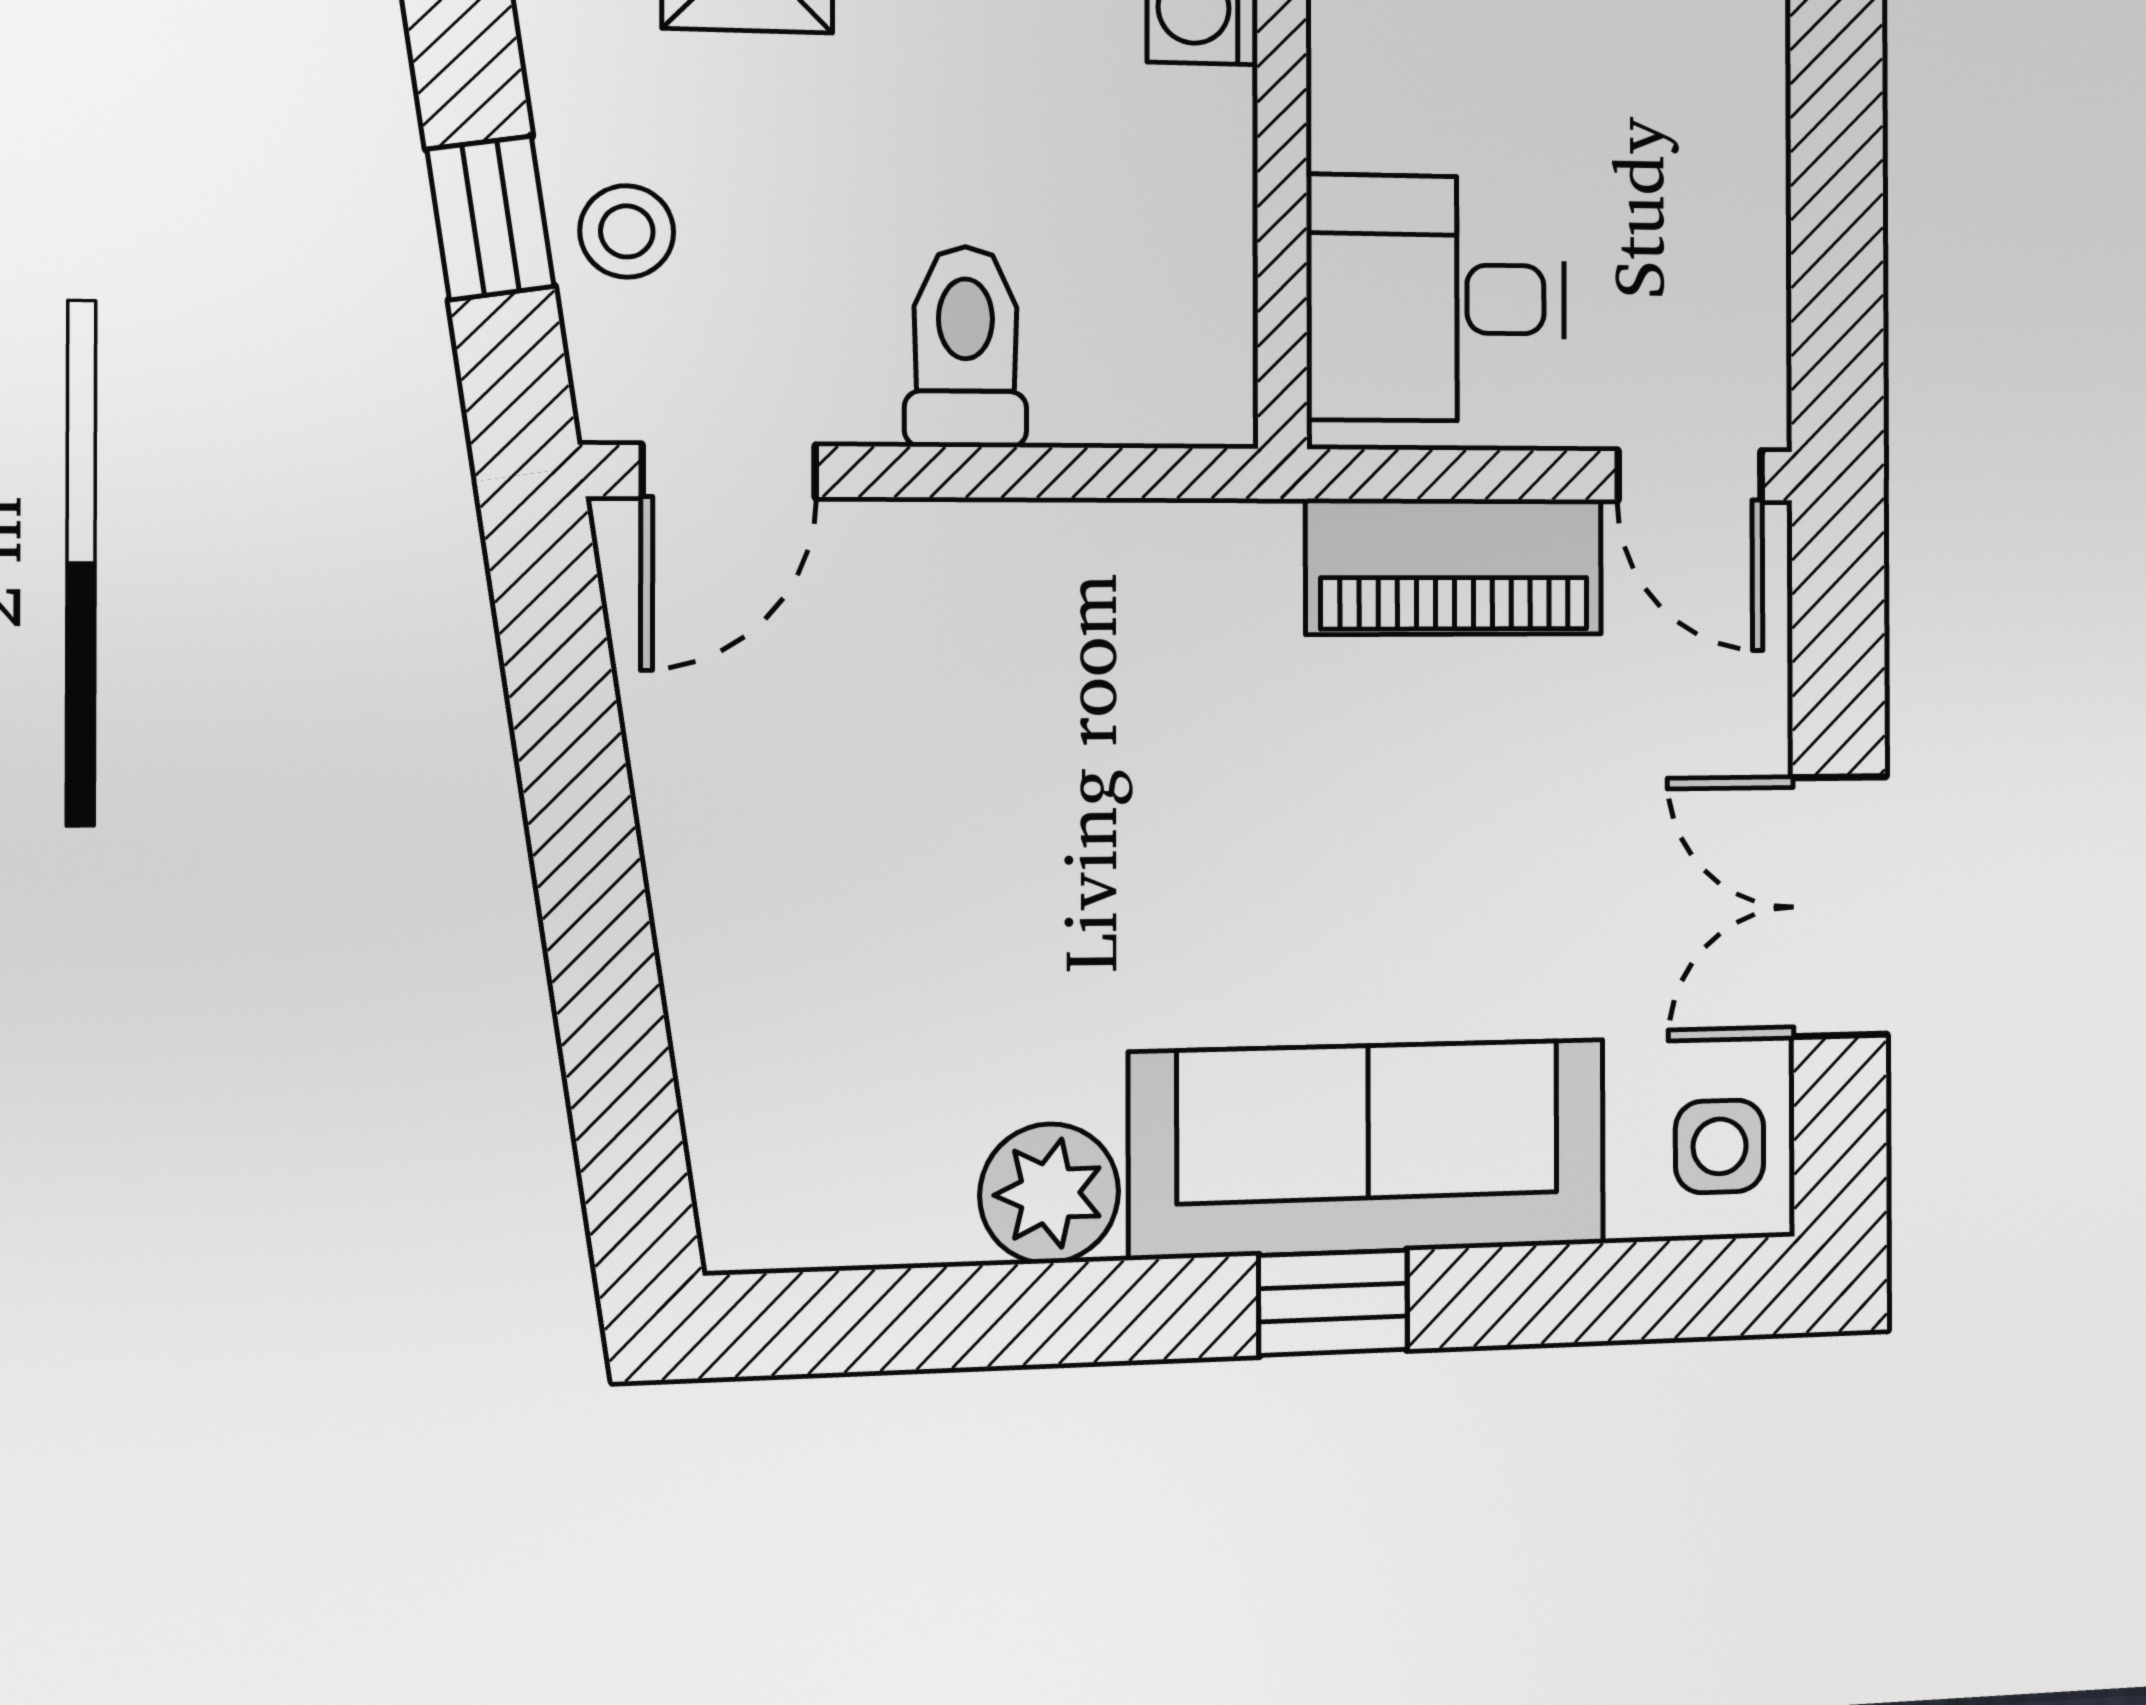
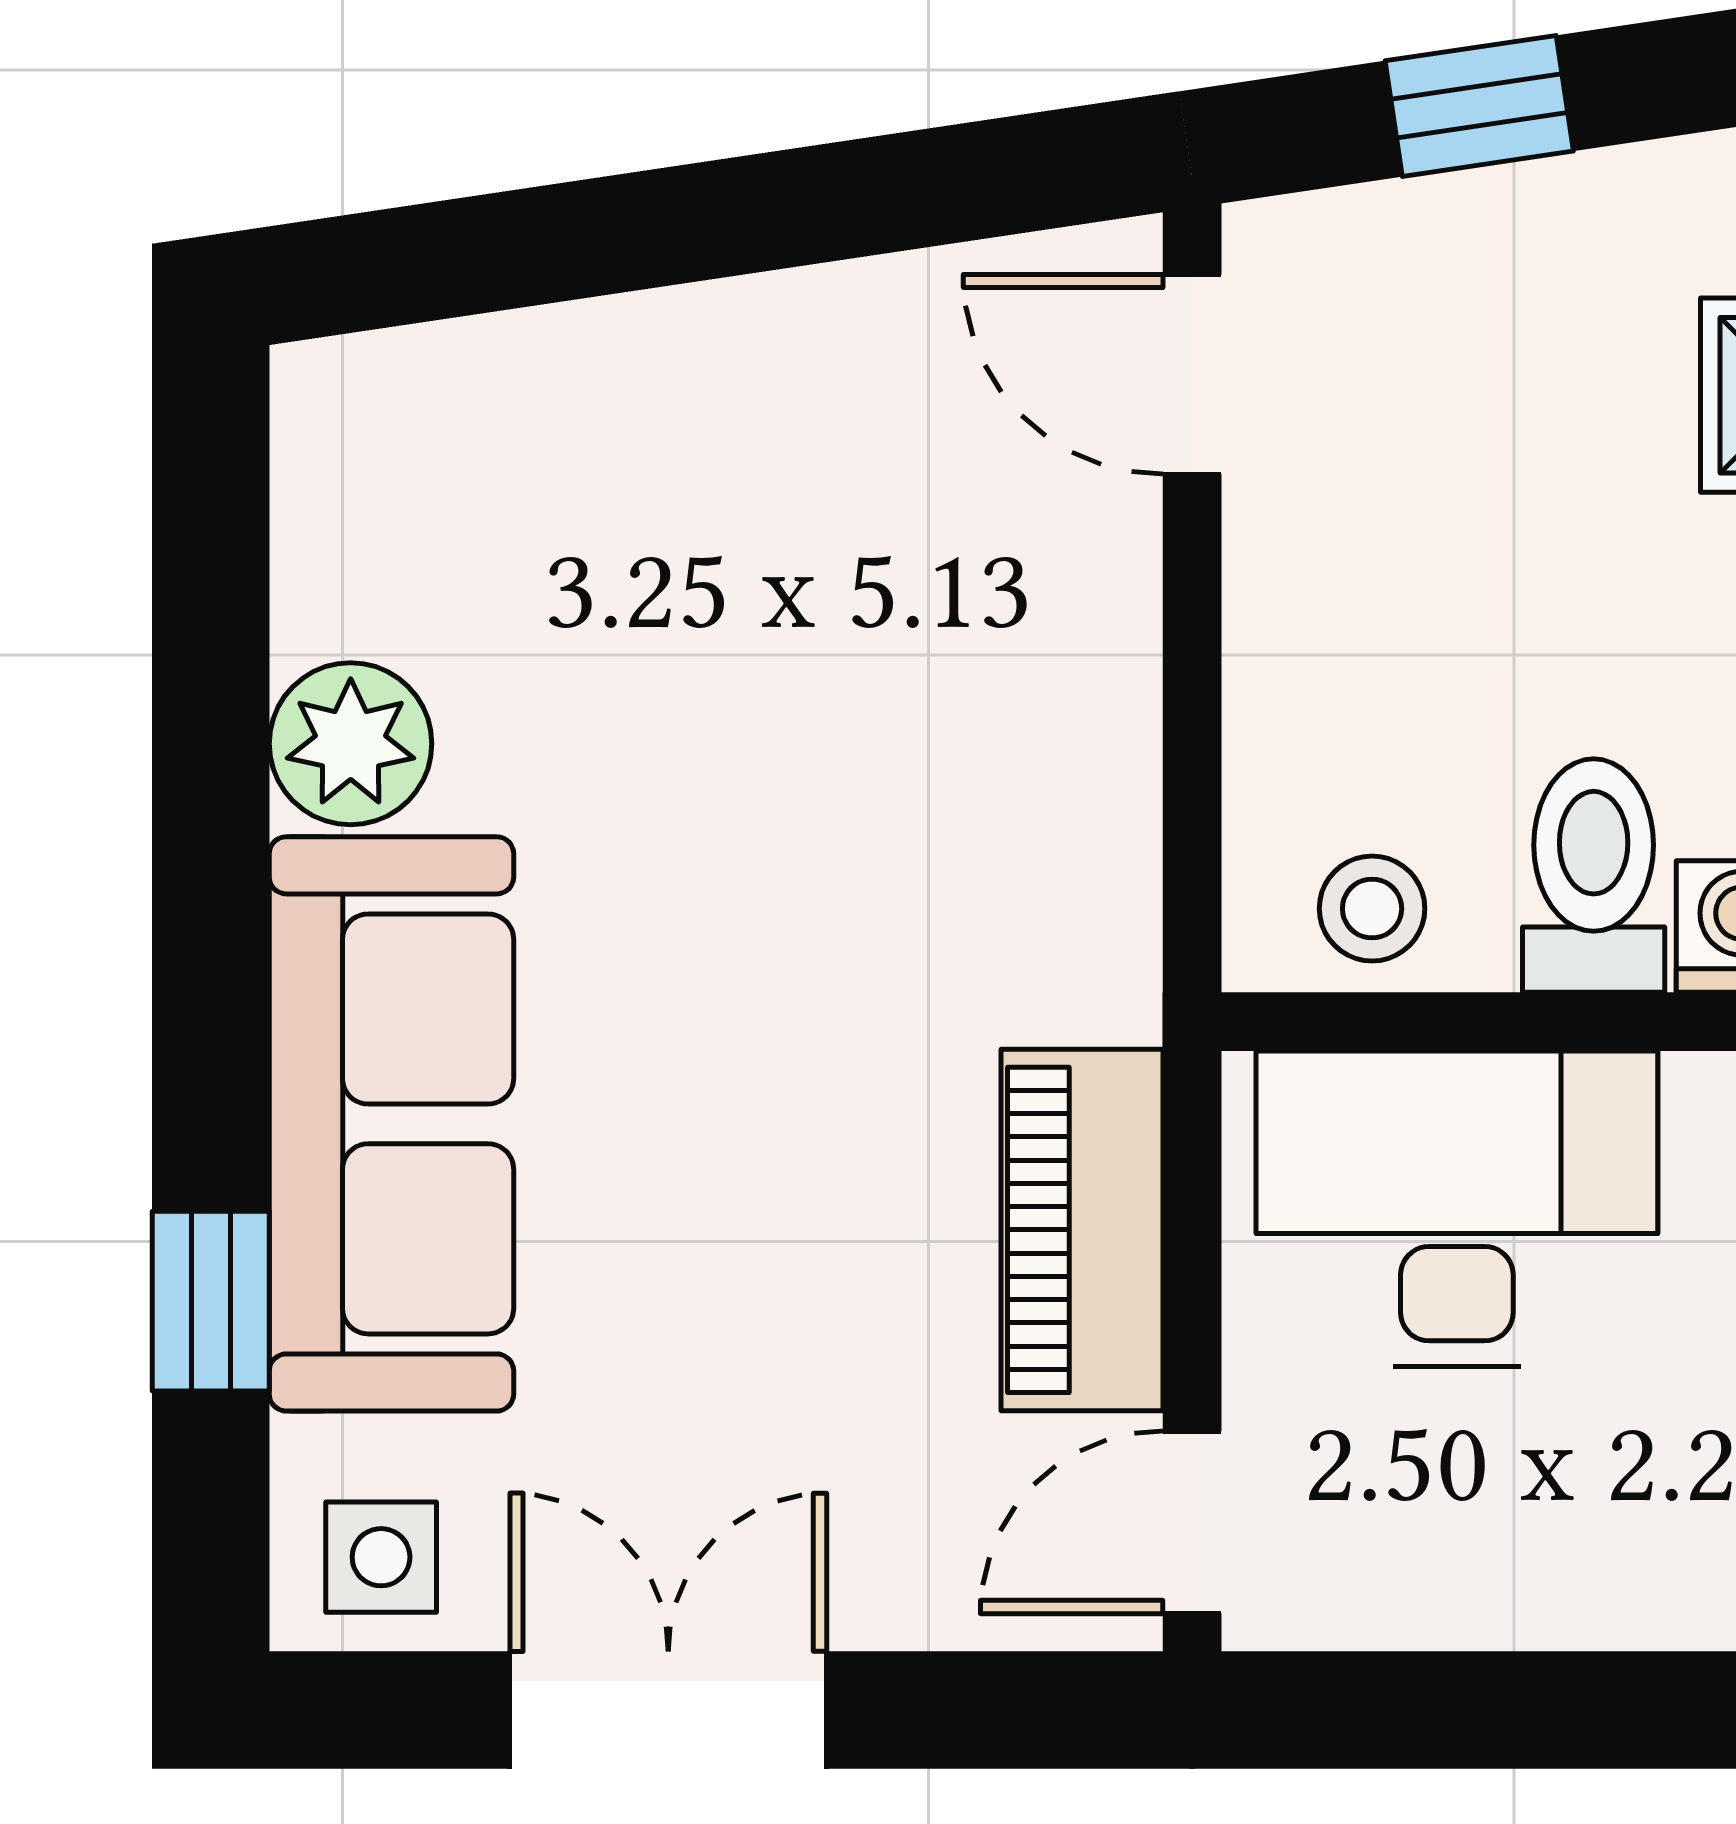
stool: (627, 231) -> (1372, 909), moved
desk: (1436, 298) -> (1457, 1209), width x1.37
toilet: (966, 347) -> (1594, 875), moved, turned -90
window: (1333, 1303) -> (211, 1301), moved

